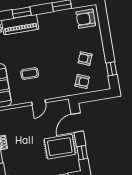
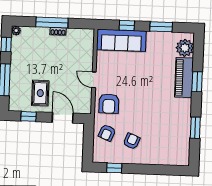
armchair: (86, 19) -> (109, 104), moved, turned 180
coffee table: (30, 74) -> (128, 77), removed
rug: (60, 147) -> (40, 93), width x0.73, depth x0.70

